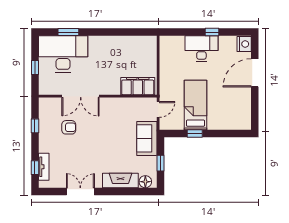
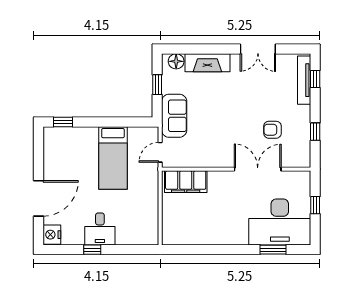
desk: (201, 49) -> (100, 229), width x0.73
window: (195, 133) -> (63, 122), moved
tv unit: (44, 167) -> (304, 80), width x1.41

